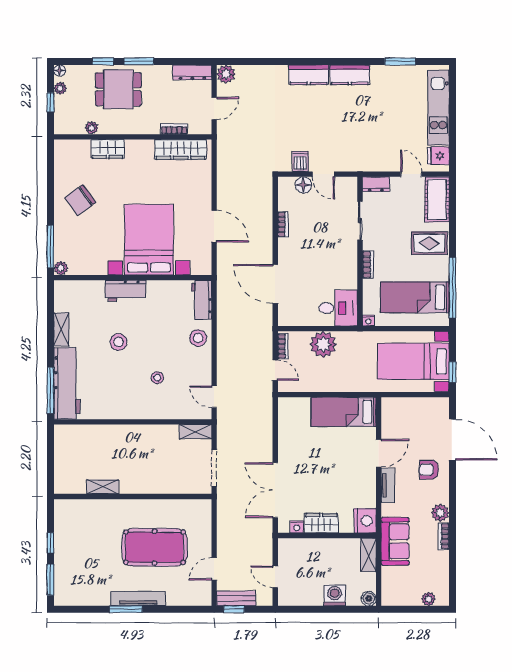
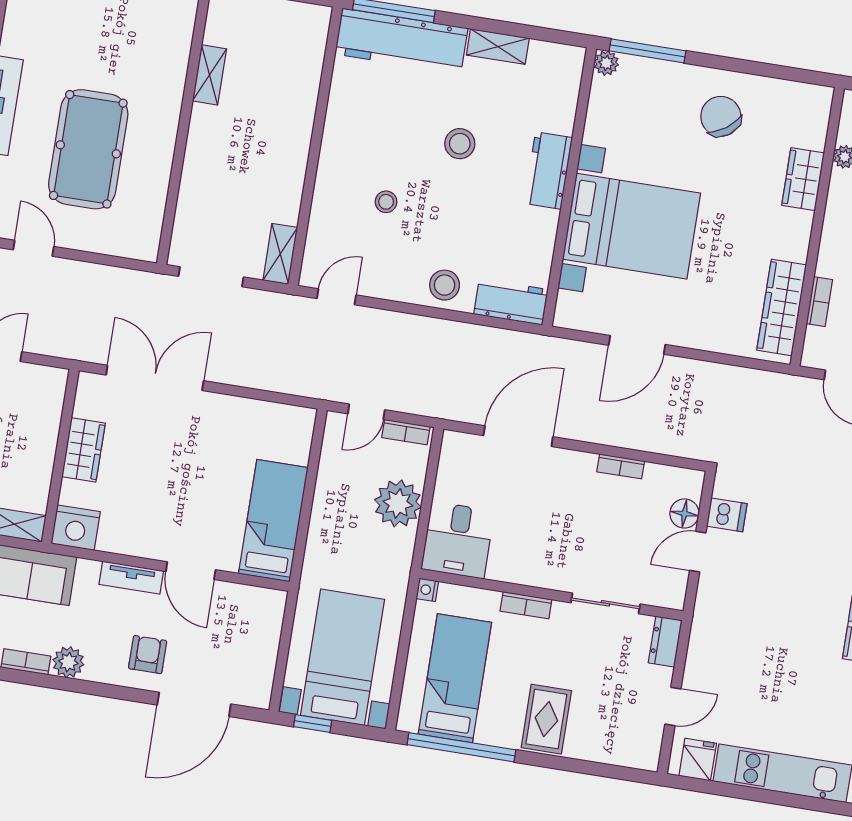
cot: (437, 199) -> (621, 745), removed
nightstand: (297, 527) -> (84, 406), removed

